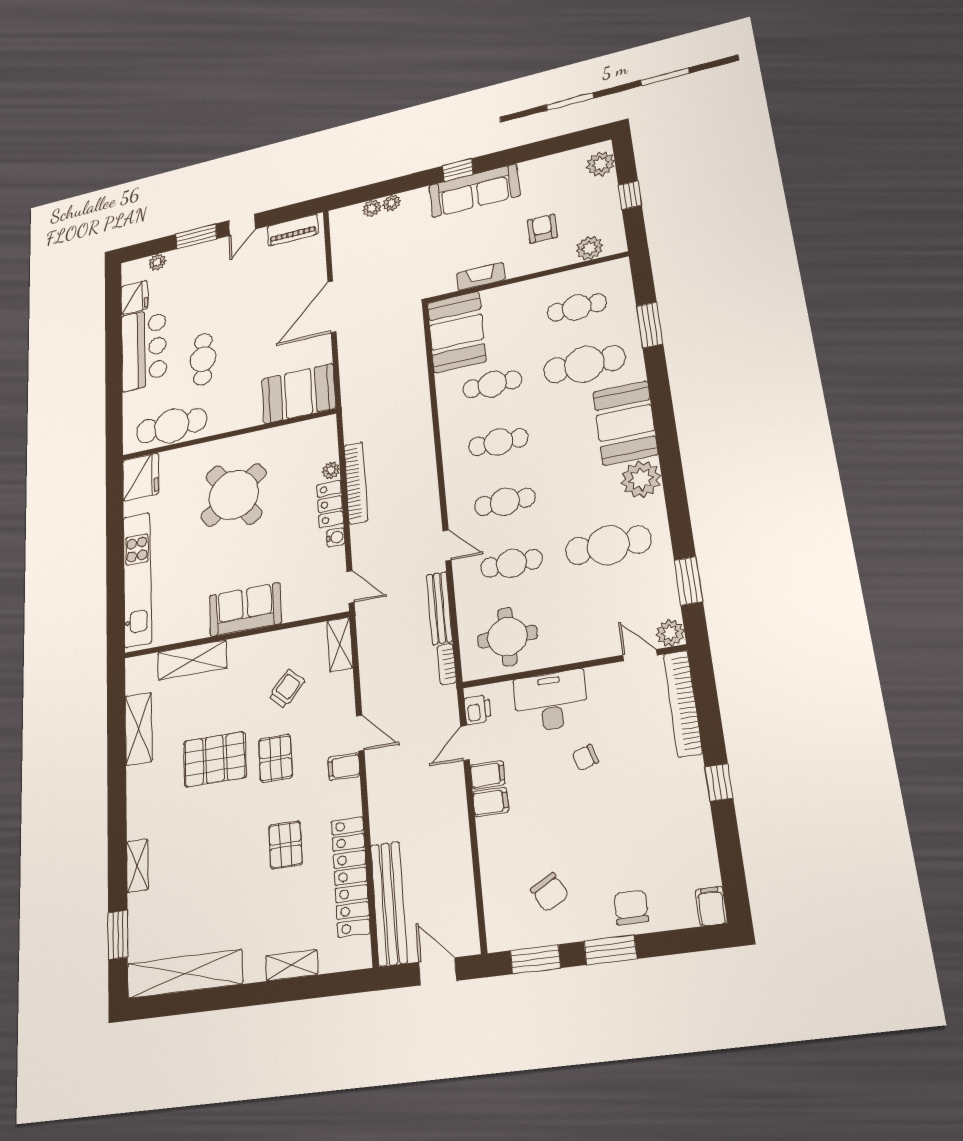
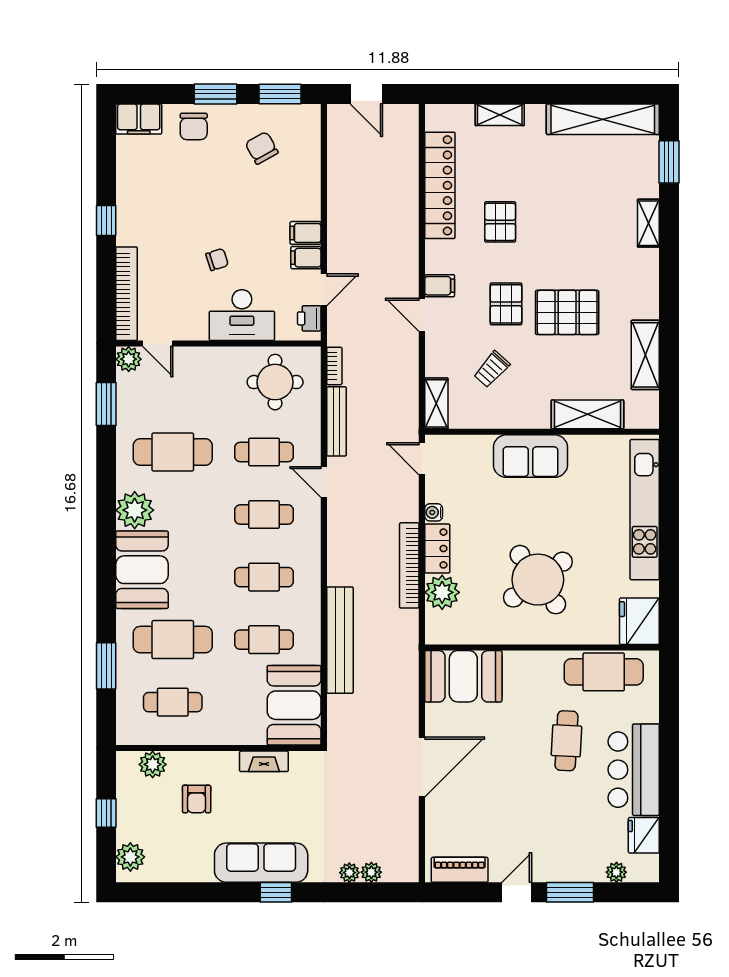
plant: (331, 470) -> (442, 592), width x1.88, depth x1.88
bench: (389, 903) -> (340, 640), moved
filing cabinet: (711, 906) -> (139, 119), width x2.00

